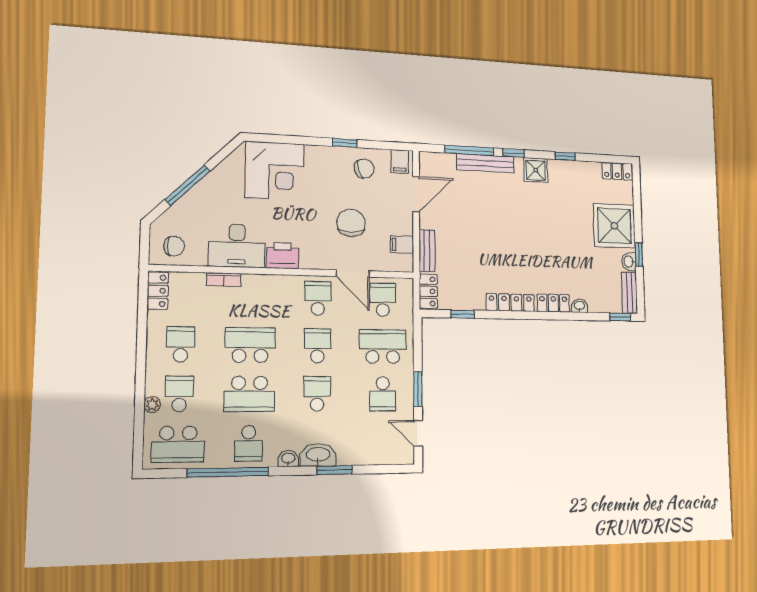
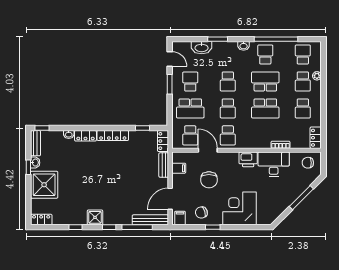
bench: (486, 163) -> (150, 220), moved
corner desk: (275, 171) -> (239, 208), moved
school desk: (178, 444) -> (303, 54), width x0.54
washbasin: (318, 455) -> (202, 48), moved

